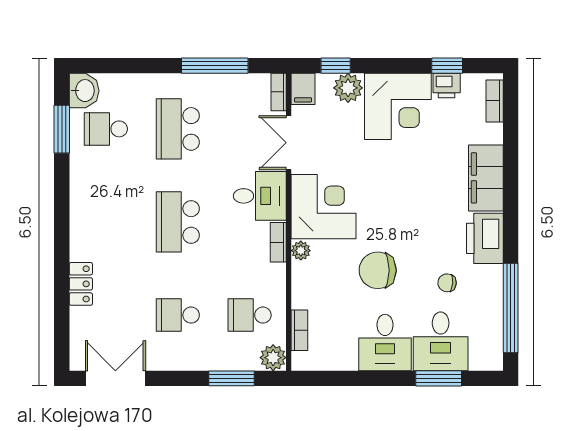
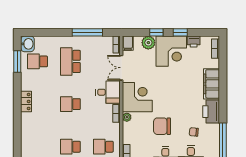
window: (336, 66) -> (156, 32), moved
window: (447, 66) -> (180, 32), moved
school desk: (178, 222) -> (70, 104), width x0.54
locker: (81, 284) -> (26, 101), moved

